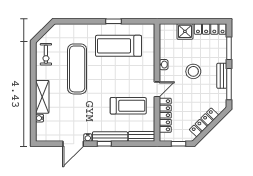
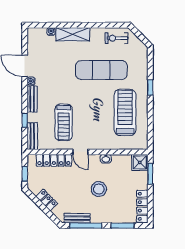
window: (113, 21) -> (150, 88), moved
window: (178, 21) -> (150, 174), added
shower: (185, 31) -> (140, 162), moved
bench: (222, 76) -> (77, 218), moved
locker: (204, 122) -> (47, 200), width x0.66
bench: (110, 137) -> (32, 99), width x0.73
window: (104, 144) -> (25, 120), moved

